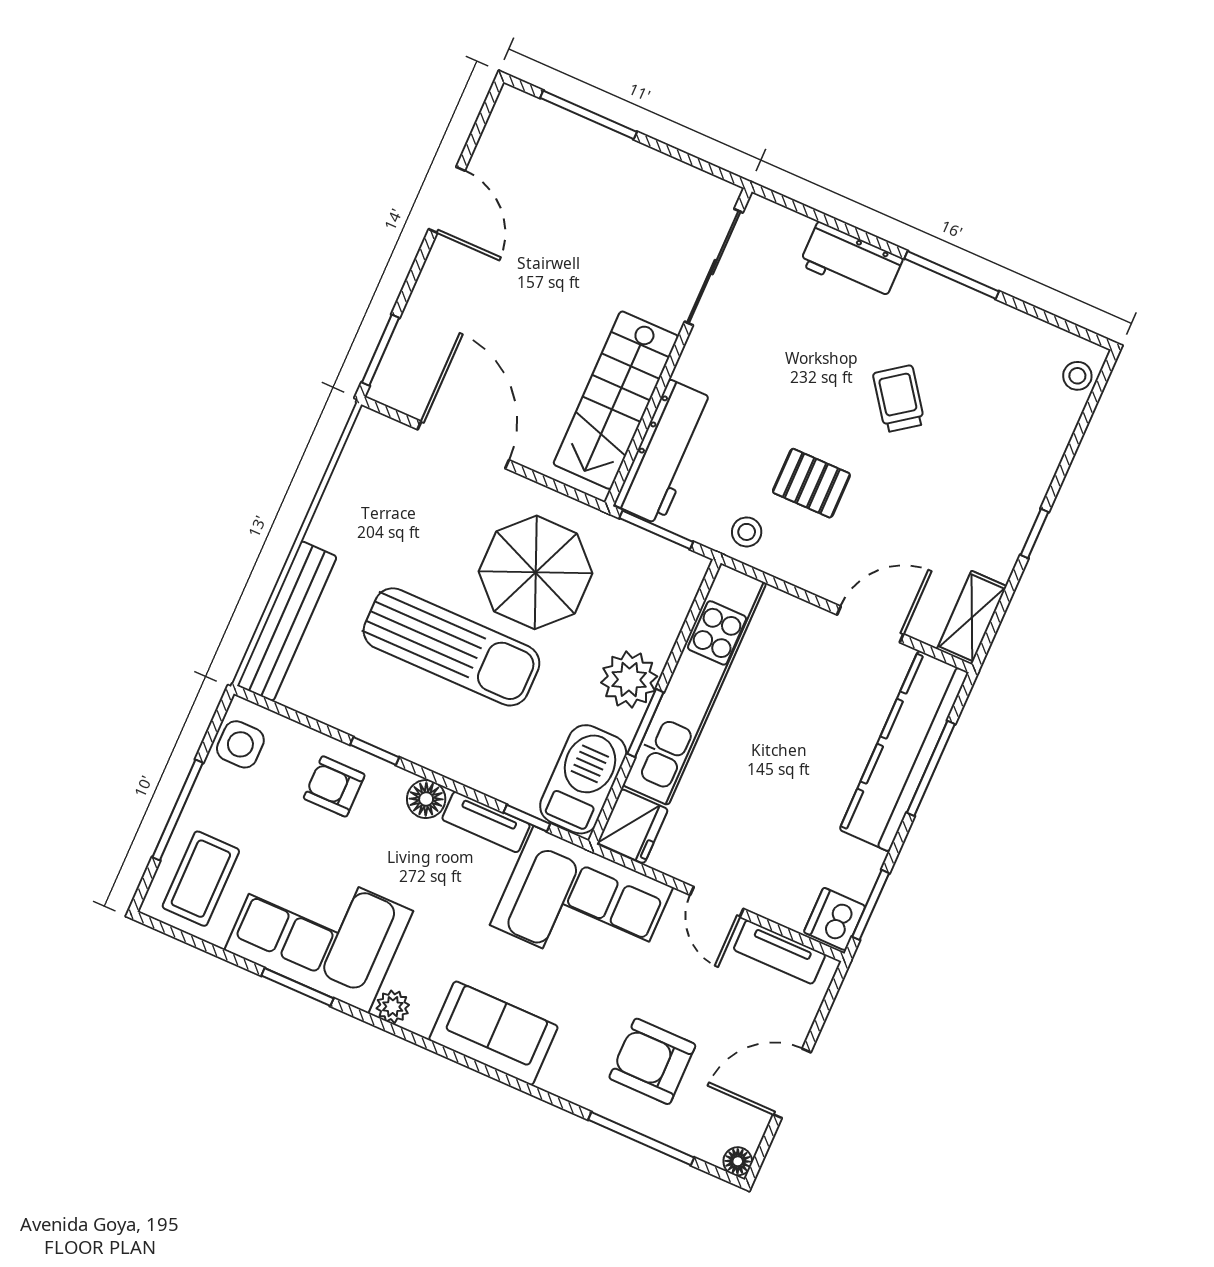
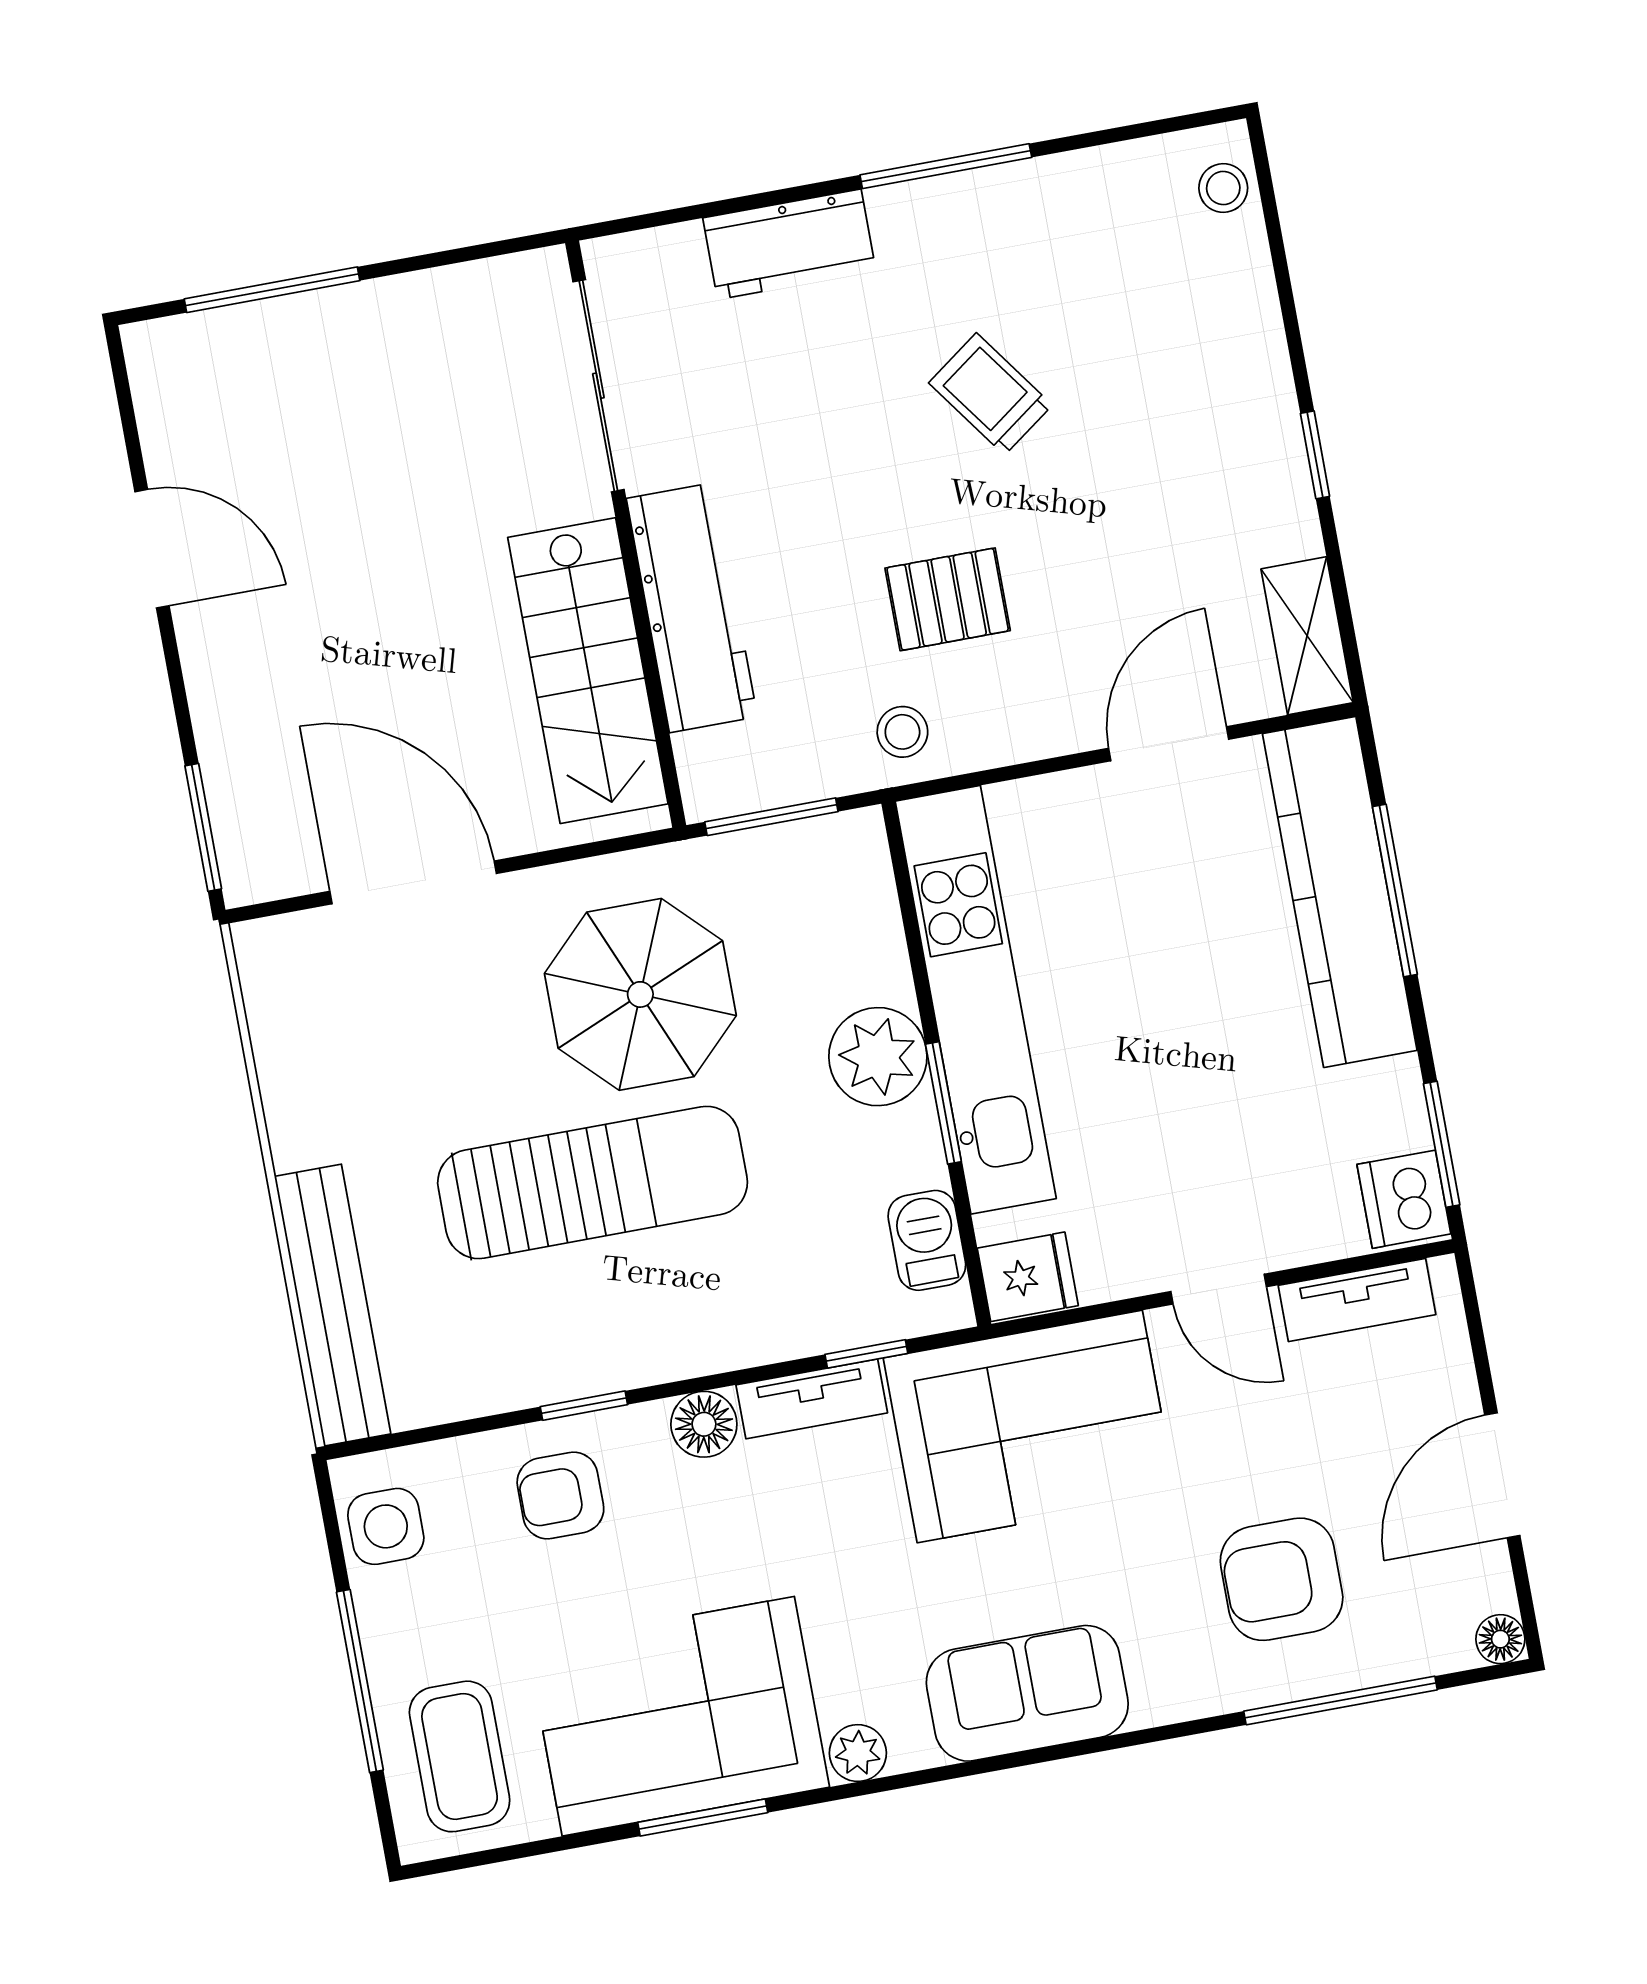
workbench: (665, 452) -> (692, 608), moved
barbecue: (583, 779) -> (927, 1240), width x0.53, depth x0.65
fridge: (633, 826) -> (1028, 1277), width x0.72

